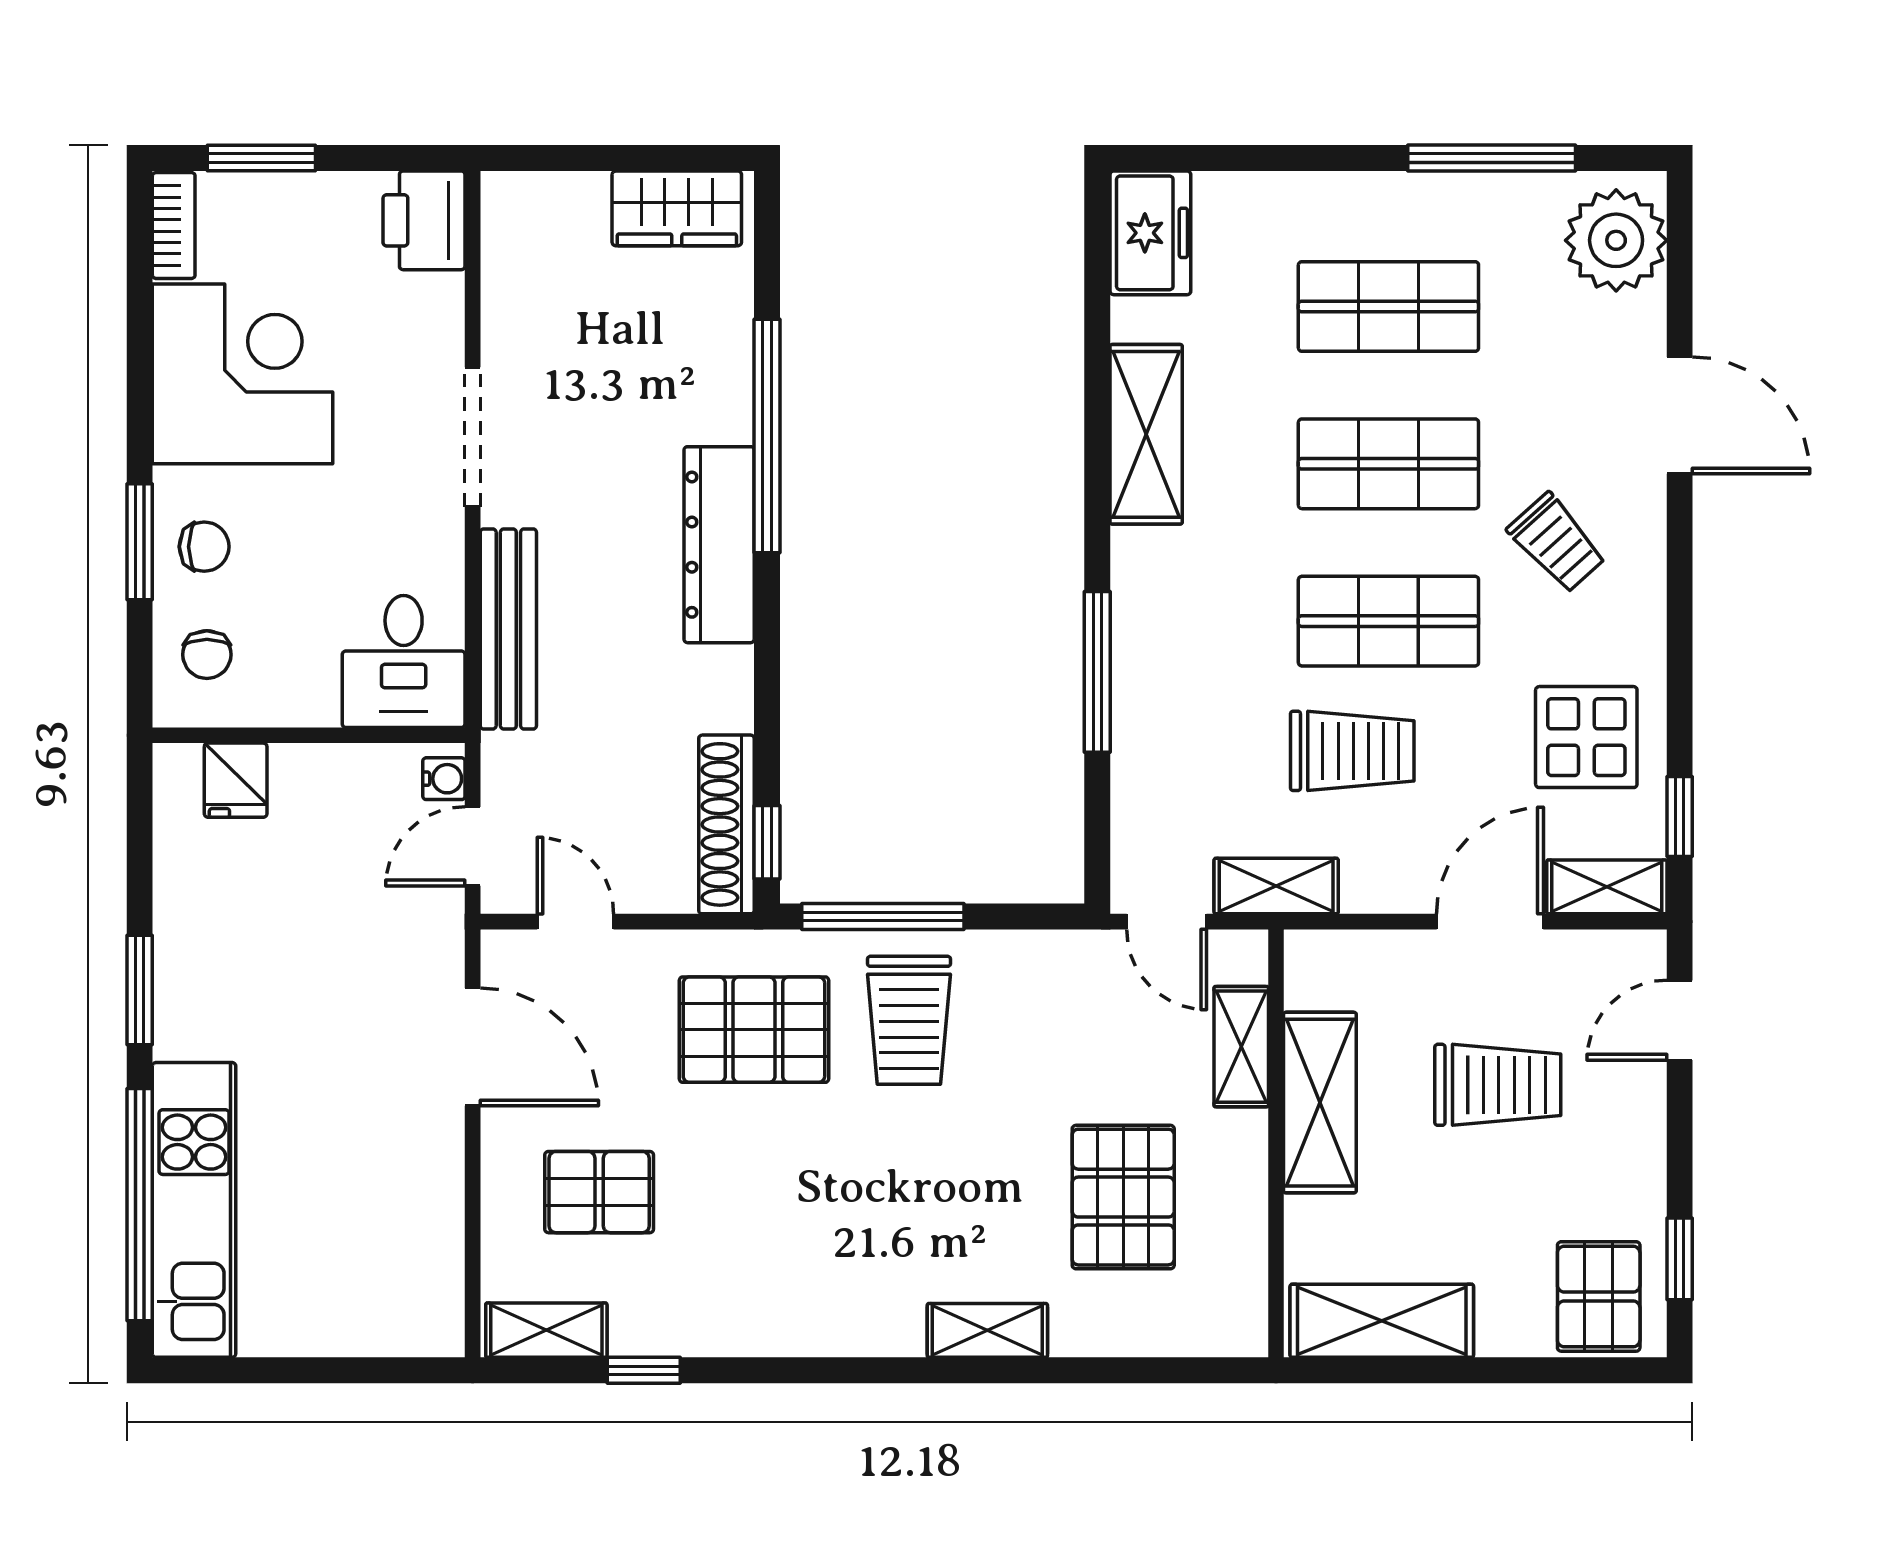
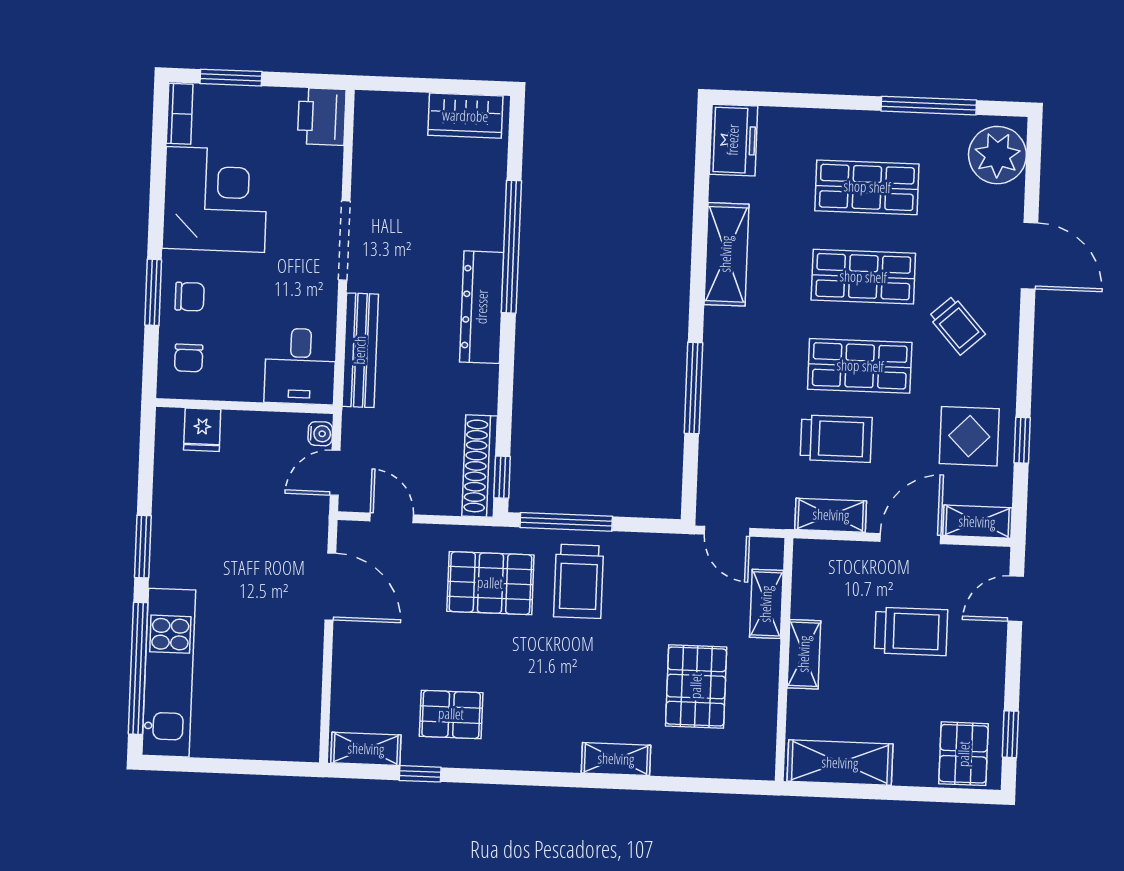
window: (1680, 817) -> (1022, 440), moved
shelving: (1276, 886) -> (831, 515), moved
shelving: (1320, 1103) -> (804, 654), width x0.67, depth x0.75
pallet: (599, 1192) -> (451, 714), moved

